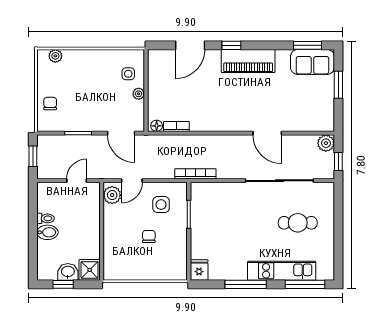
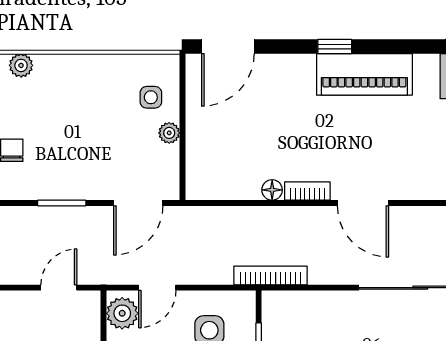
door: (190, 45) -> (228, 47), moved
floor lamp: (157, 126) -> (272, 190), moved
bookcase: (176, 126) -> (307, 191), moved
door: (121, 133) -> (138, 203), hinge flipped
door: (267, 133) -> (363, 203), moved

